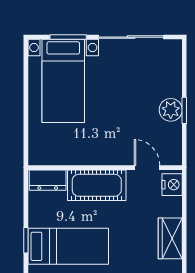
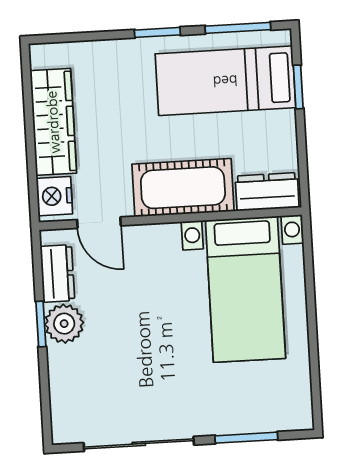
bed with nightstands: (63, 81) -> (245, 289), moved, turned 180
dresser: (173, 139) -> (57, 273), added
wardrobe: (170, 238) -> (53, 122), width x1.50

